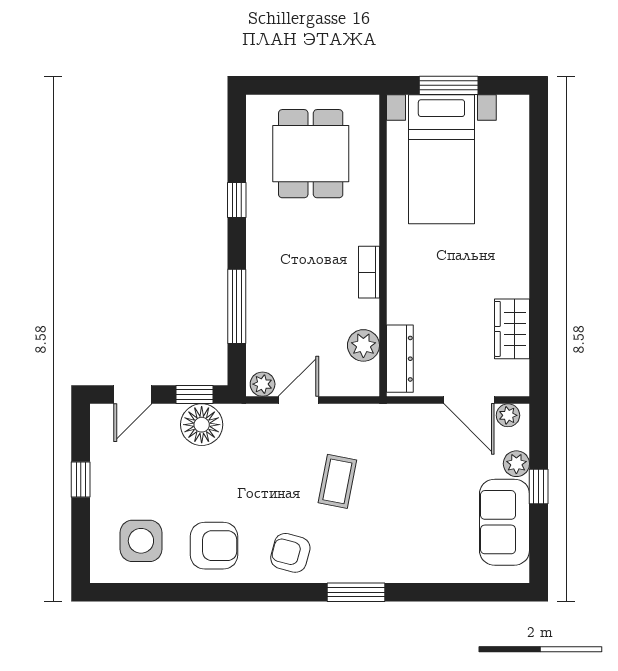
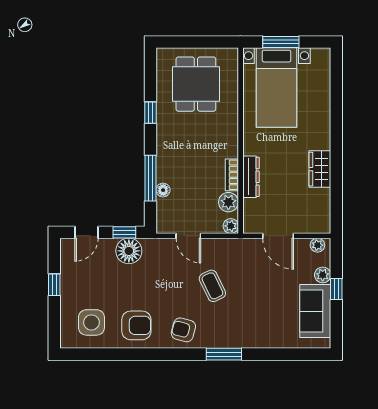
bookcase: (369, 272) -> (232, 175), moved
floor lamp: (257, 326) -> (163, 190), added
wardrobe: (512, 329) -> (320, 169), moved
dresser: (400, 359) -> (251, 177), moved
plant: (263, 384) -> (231, 226), moved
door: (298, 400) -> (188, 236), swing flipped
door: (469, 400) -> (278, 236), moved
coffee table: (337, 481) -> (212, 286), turned -37

